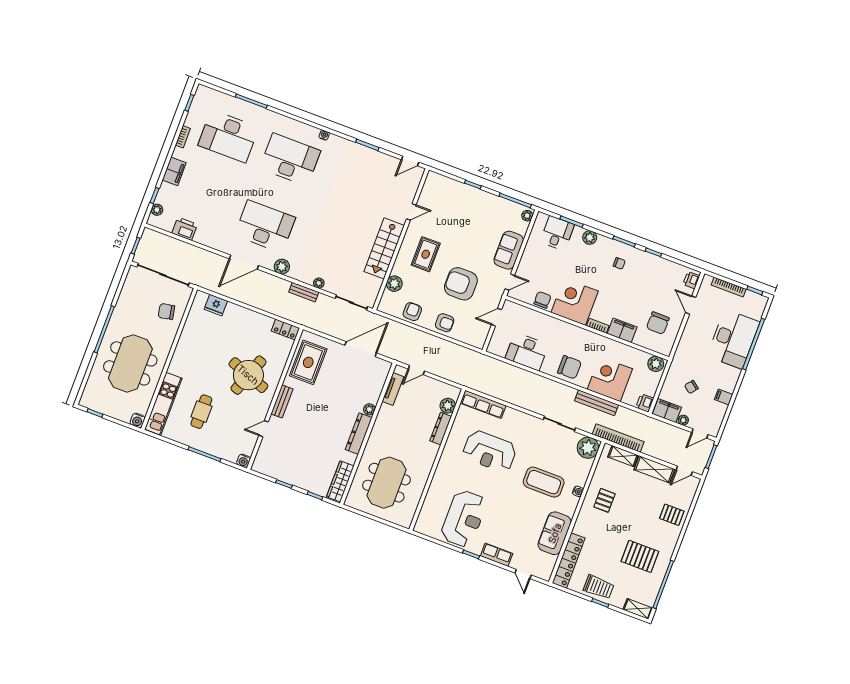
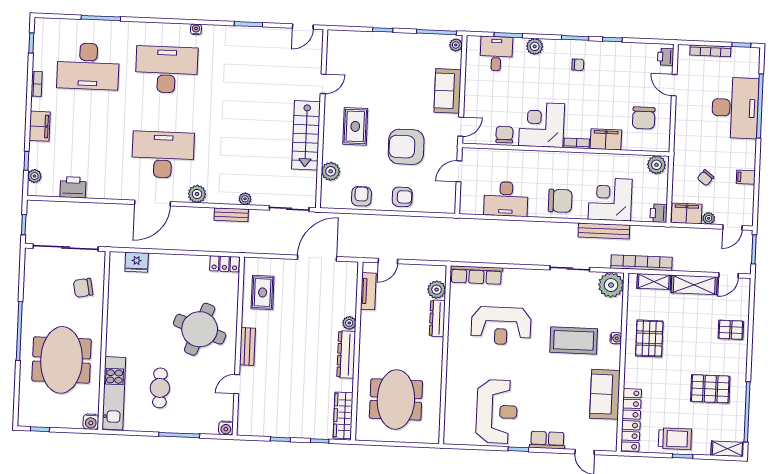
rug: (308, 362) -> (263, 292), width x0.73, depth x0.70
pallet: (604, 500) -> (649, 338), width x1.50, depth x1.42

